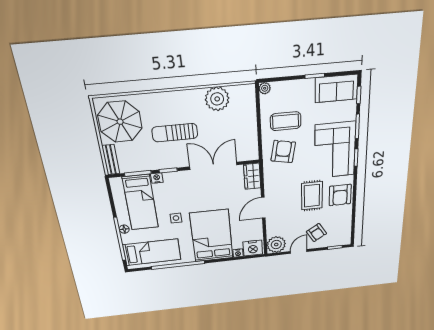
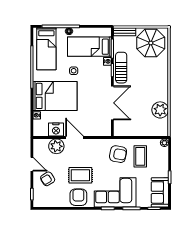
sun lounger: (175, 133) -> (121, 68), moved
wardrobe: (252, 176) -> (101, 130), removed
armchair: (340, 195) -> (78, 197), turned 90
plant: (276, 245) -> (56, 146), moved
nightstand: (253, 248) -> (56, 130), moved, turned -90

